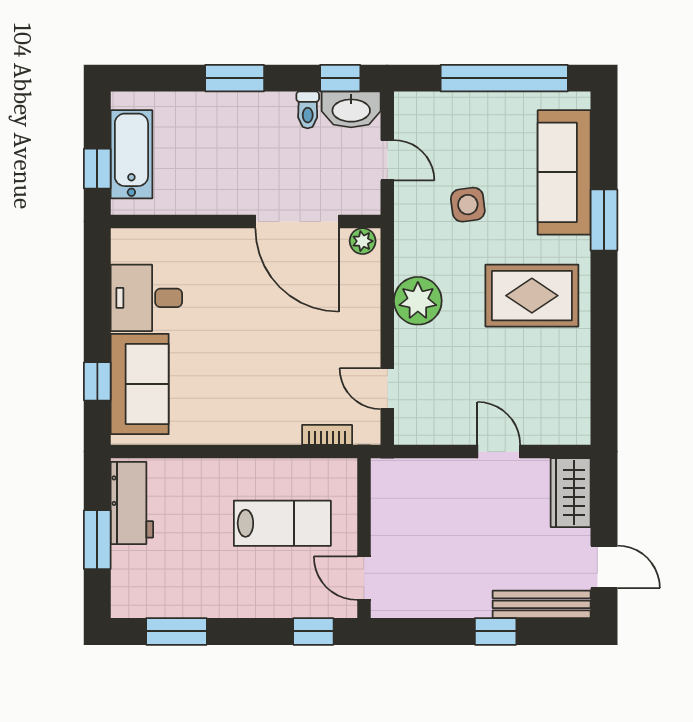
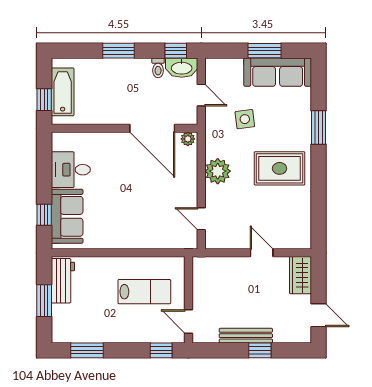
window: (504, 78) -> (265, 51), width x0.47
sofa: (564, 172) -> (278, 72), moved, turned -90
bookcase: (327, 435) -> (169, 244), removed
bench: (542, 604) -> (246, 336), moved

